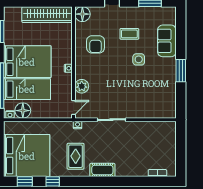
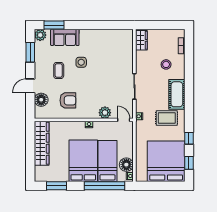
plant: (170, 13) -> (40, 35), added
floor lamp: (82, 14) -> (41, 100), moved
window: (181, 71) -> (54, 25), moved
wardrobe: (164, 128) -> (141, 40), added
stool: (136, 155) -> (166, 64), added
cot: (102, 170) -> (177, 94), width x1.37, depth x1.34

